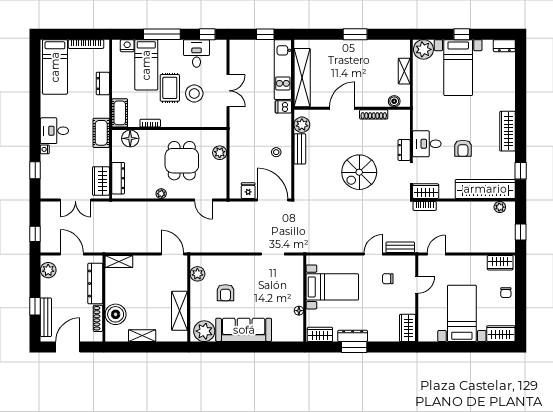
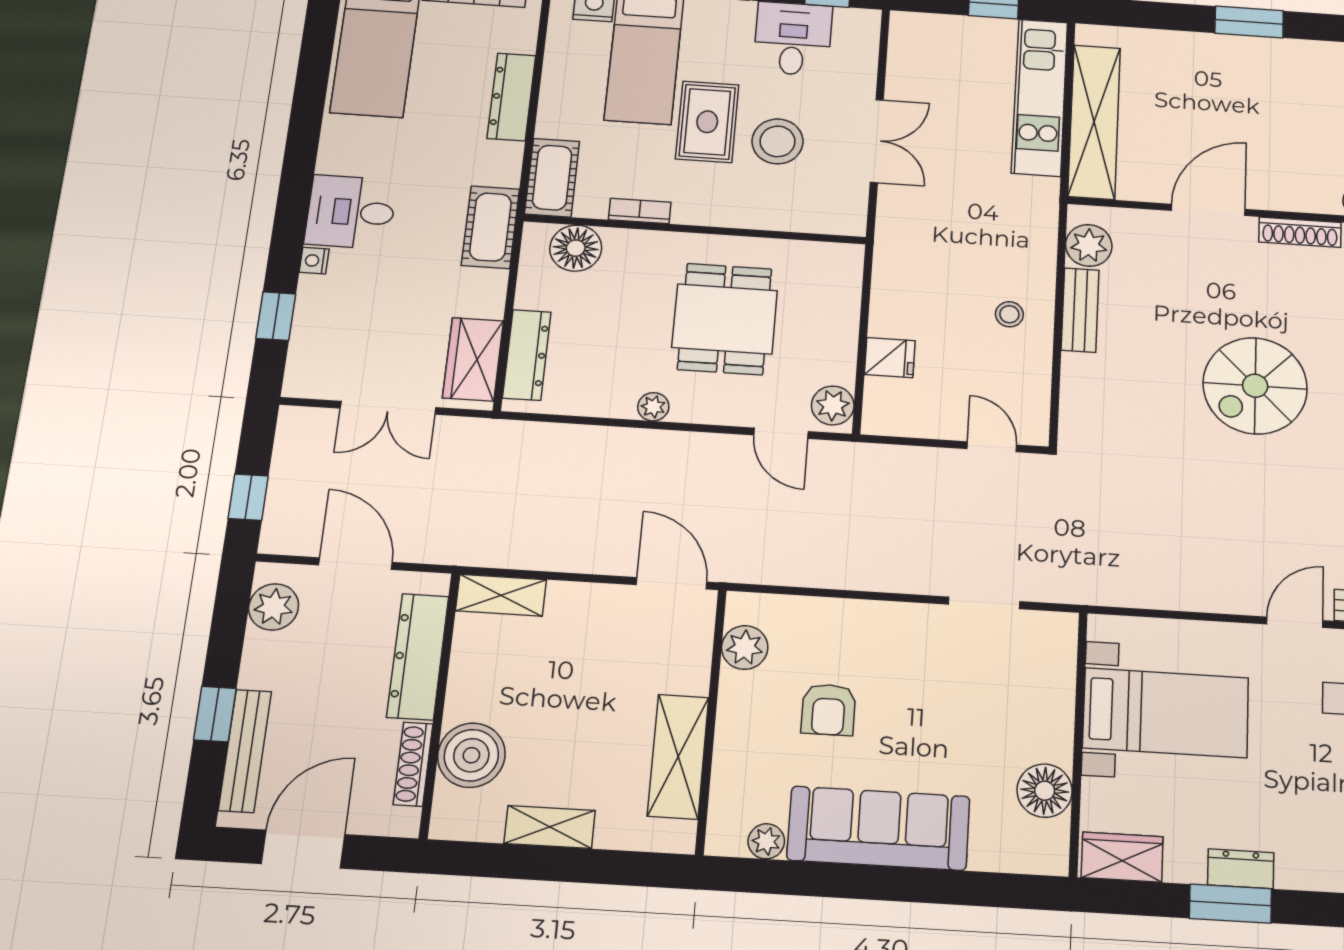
dresser: (103, 83) -> (511, 97), width x1.44
dishwasher: (283, 107) -> (1036, 194), removed
plant: (220, 153) -> (833, 405), moved
fridge: (248, 191) -> (890, 358), moved, turned 90
door: (273, 200) -> (992, 447), width x0.53
floor lamp: (299, 311) -> (1045, 791), width x1.89, depth x1.89
plant: (204, 331) -> (766, 841), width x0.53, depth x0.53
dresser: (353, 336) -> (1241, 869), width x0.70

